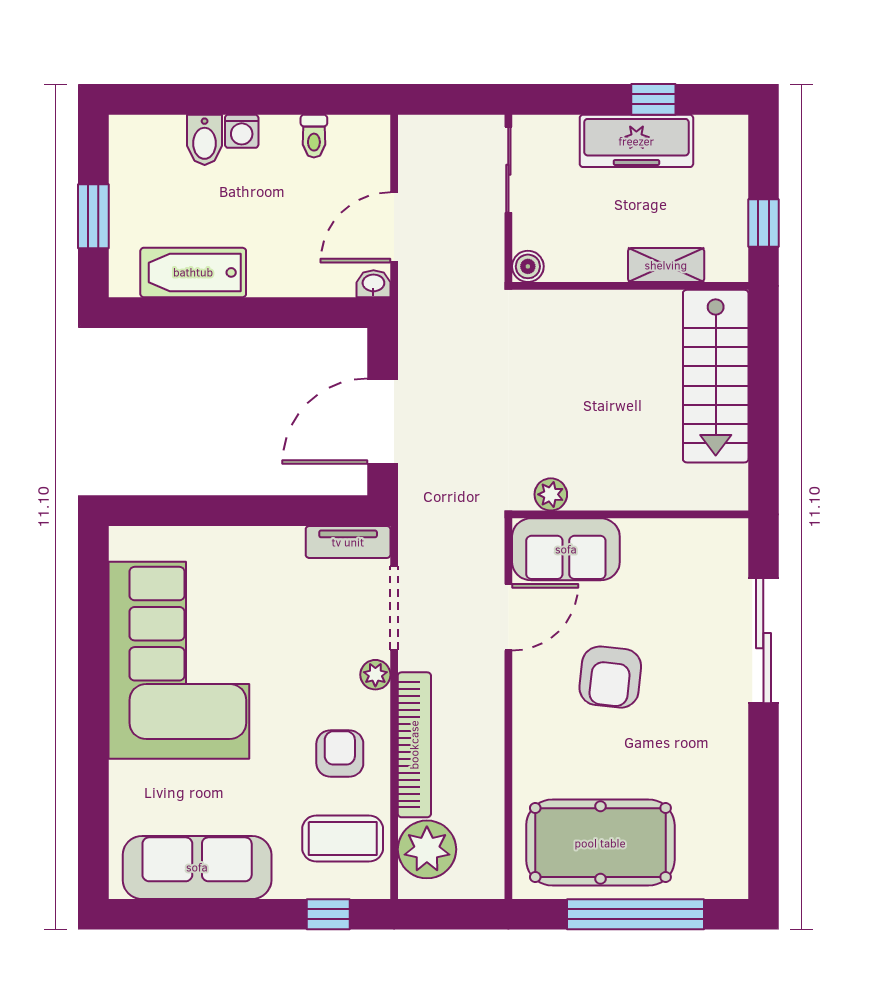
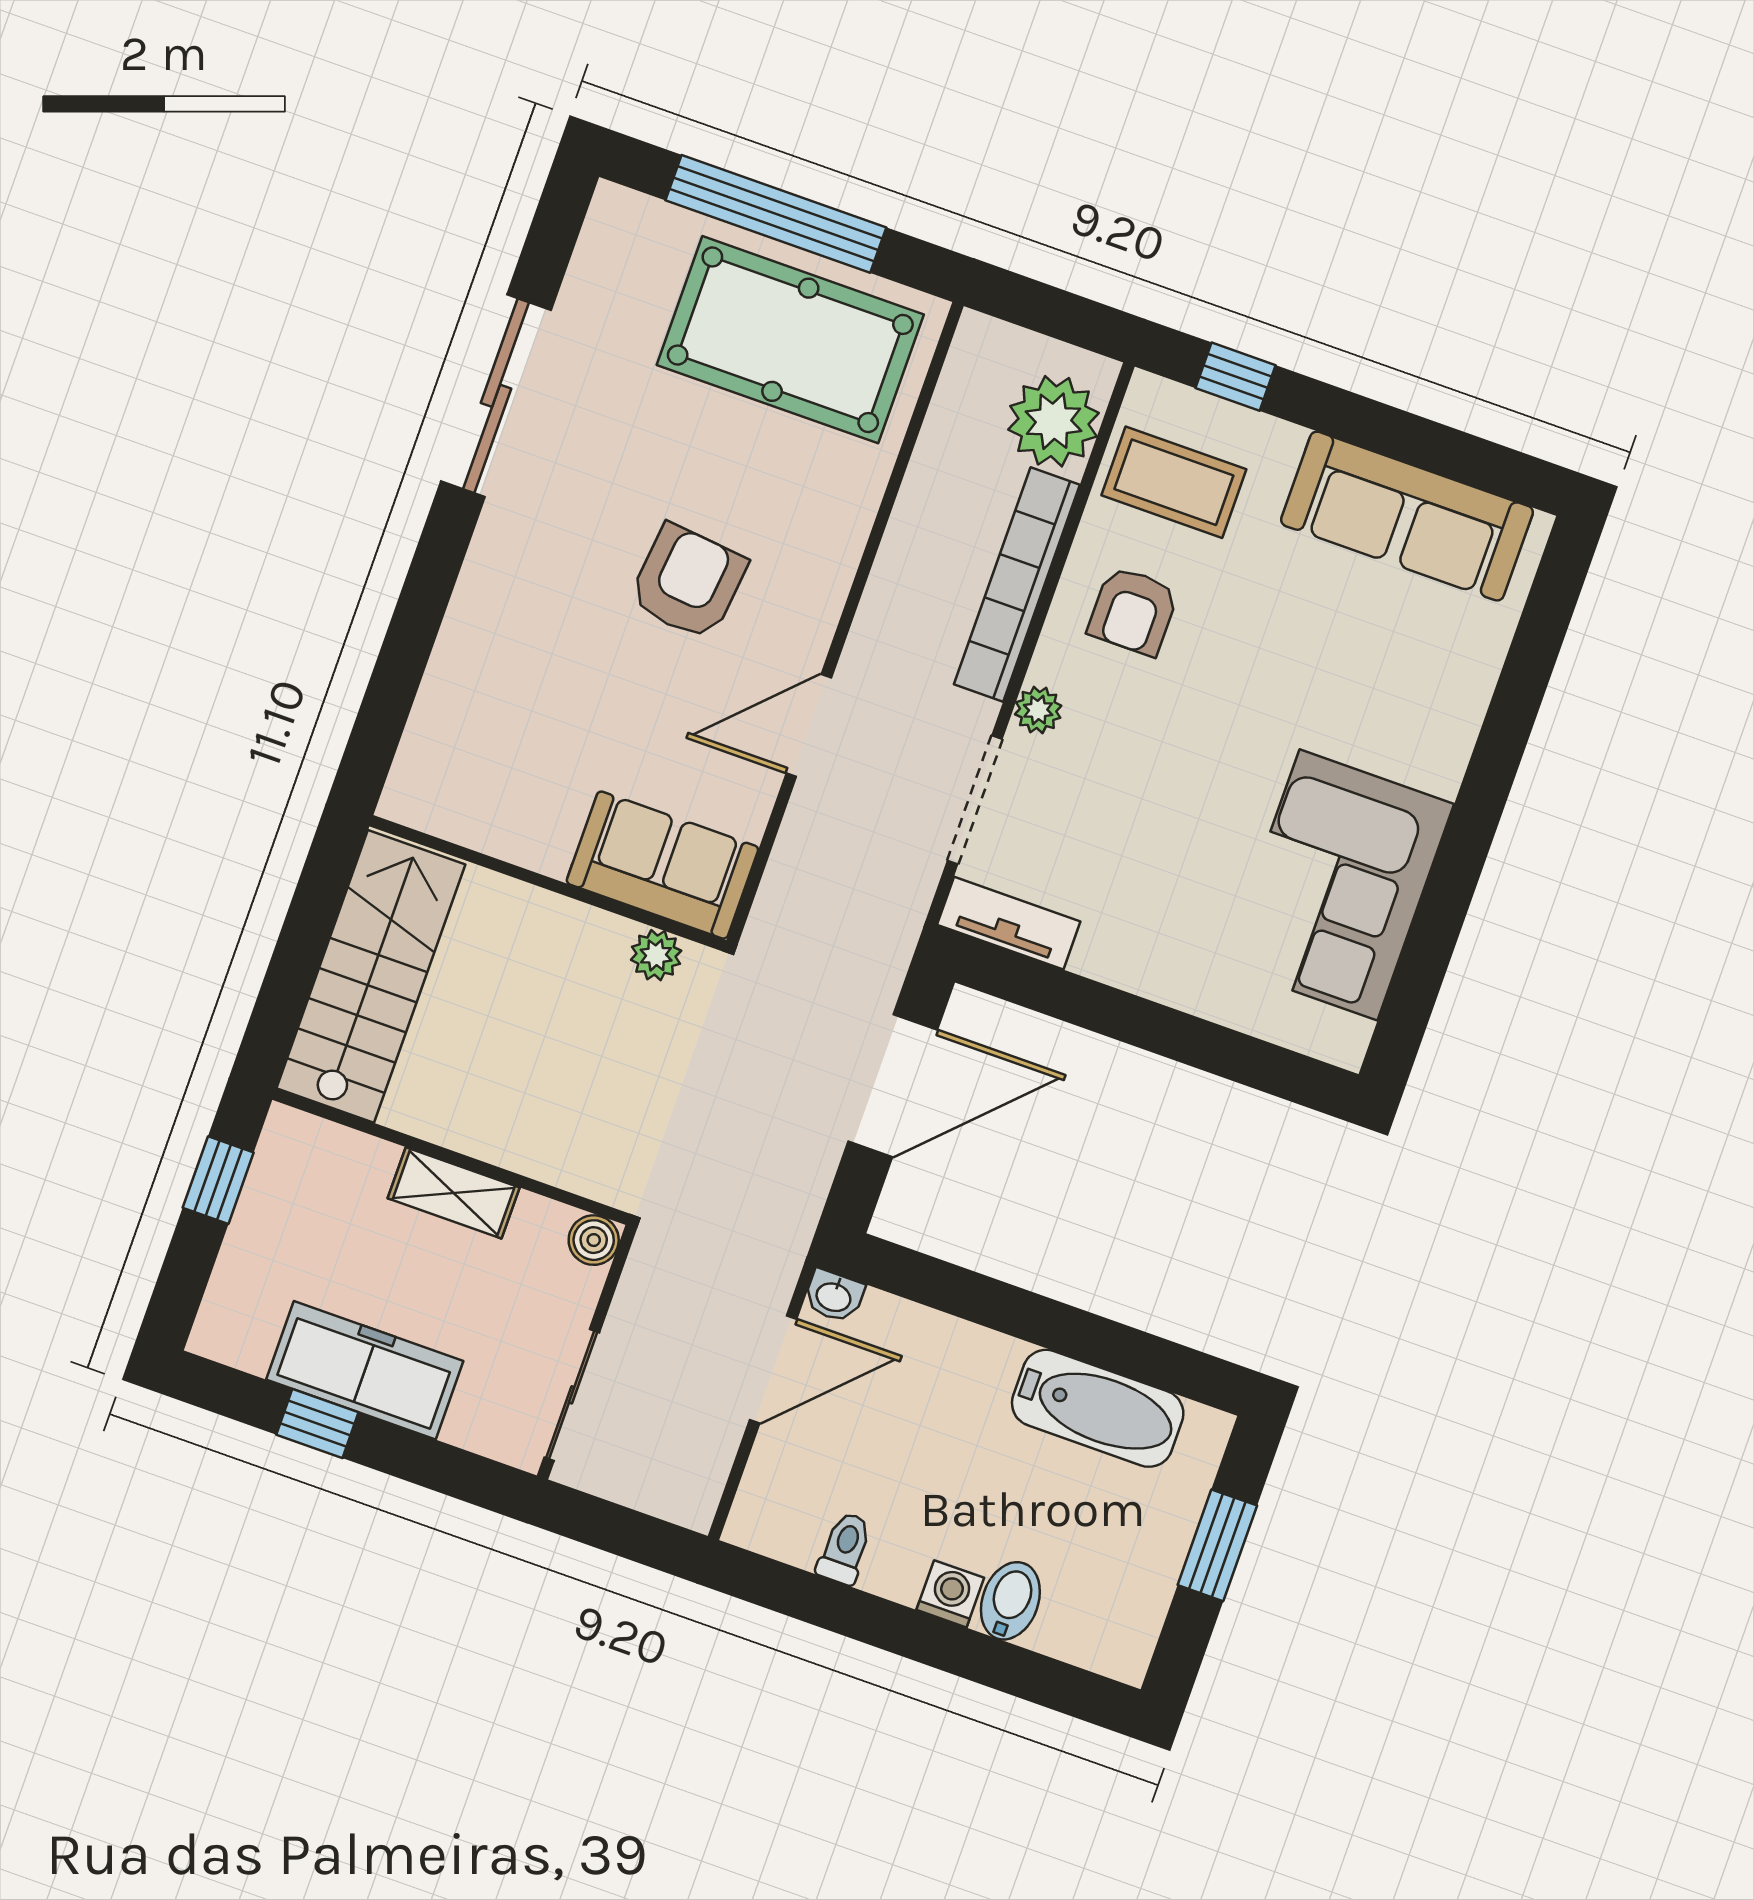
shelving: (666, 265) -> (454, 1193), moved
plant: (551, 494) -> (656, 955), moved
wall: (630, 514) -> (548, 883), moved
sofa: (566, 549) -> (662, 865), moved
sliding door: (763, 641) -> (496, 396), moved
corner sofa: (179, 660) -> (1338, 885), width x0.73, depth x0.74

